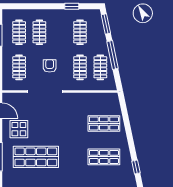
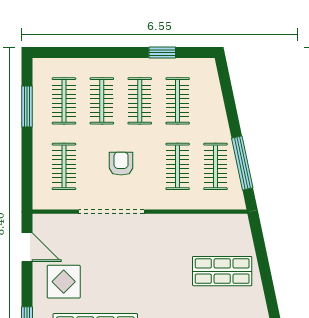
window: (106, 24) -> (226, 85), removed
clothes rail: (60, 32) -> (140, 101), added
window: (112, 55) -> (242, 163), moved

